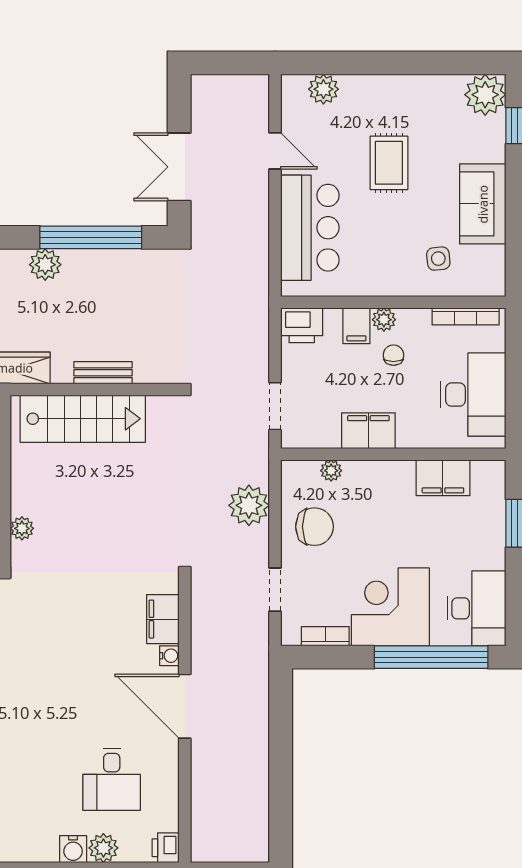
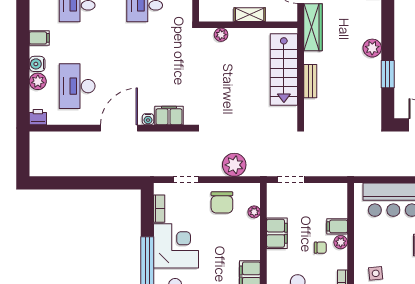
window: (91, 237) -> (388, 74), width x0.47
printer: (302, 325) -> (337, 195), removed
desk: (112, 779) -> (77, 86), width x1.37
filing cabinet: (28, 845) -> (39, 38), added

